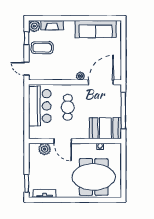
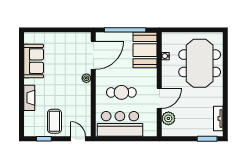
fireplace: (52, 25) -> (29, 98), moved
plant: (34, 26) -> (30, 130), removed
sofa: (96, 29) -> (34, 61), width x0.73
door: (26, 69) -> (78, 139), swing flipped
door: (101, 82) -> (93, 55), swing flipped

